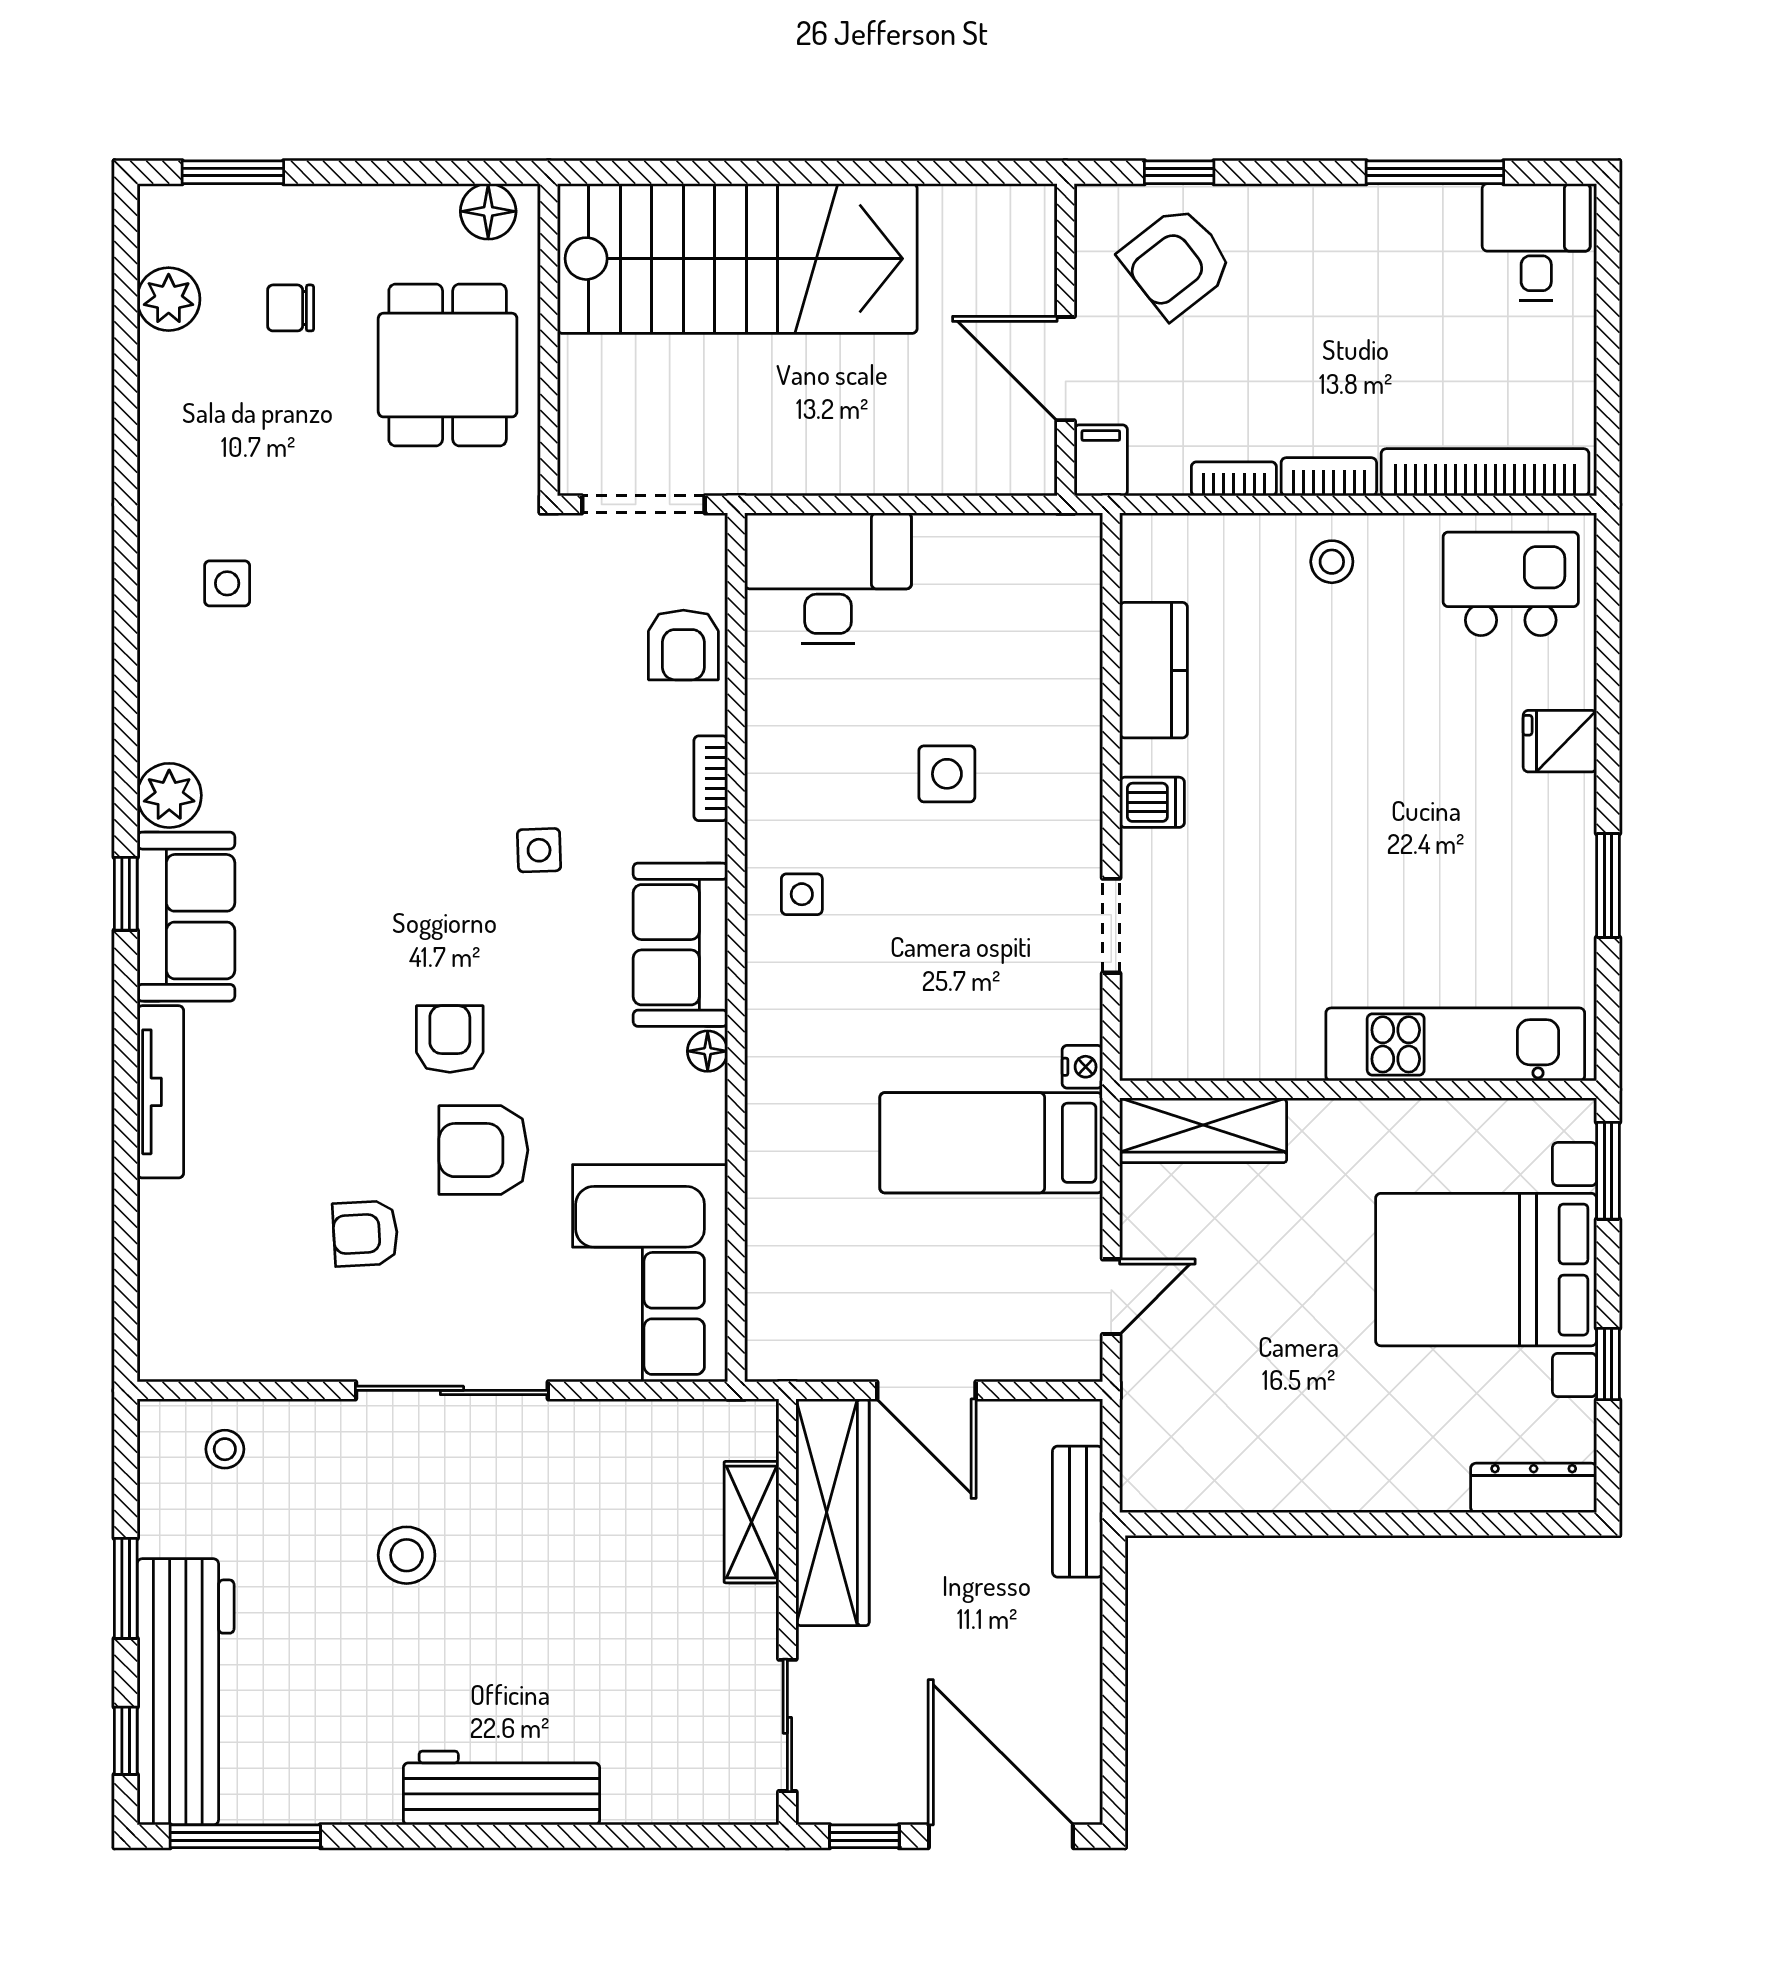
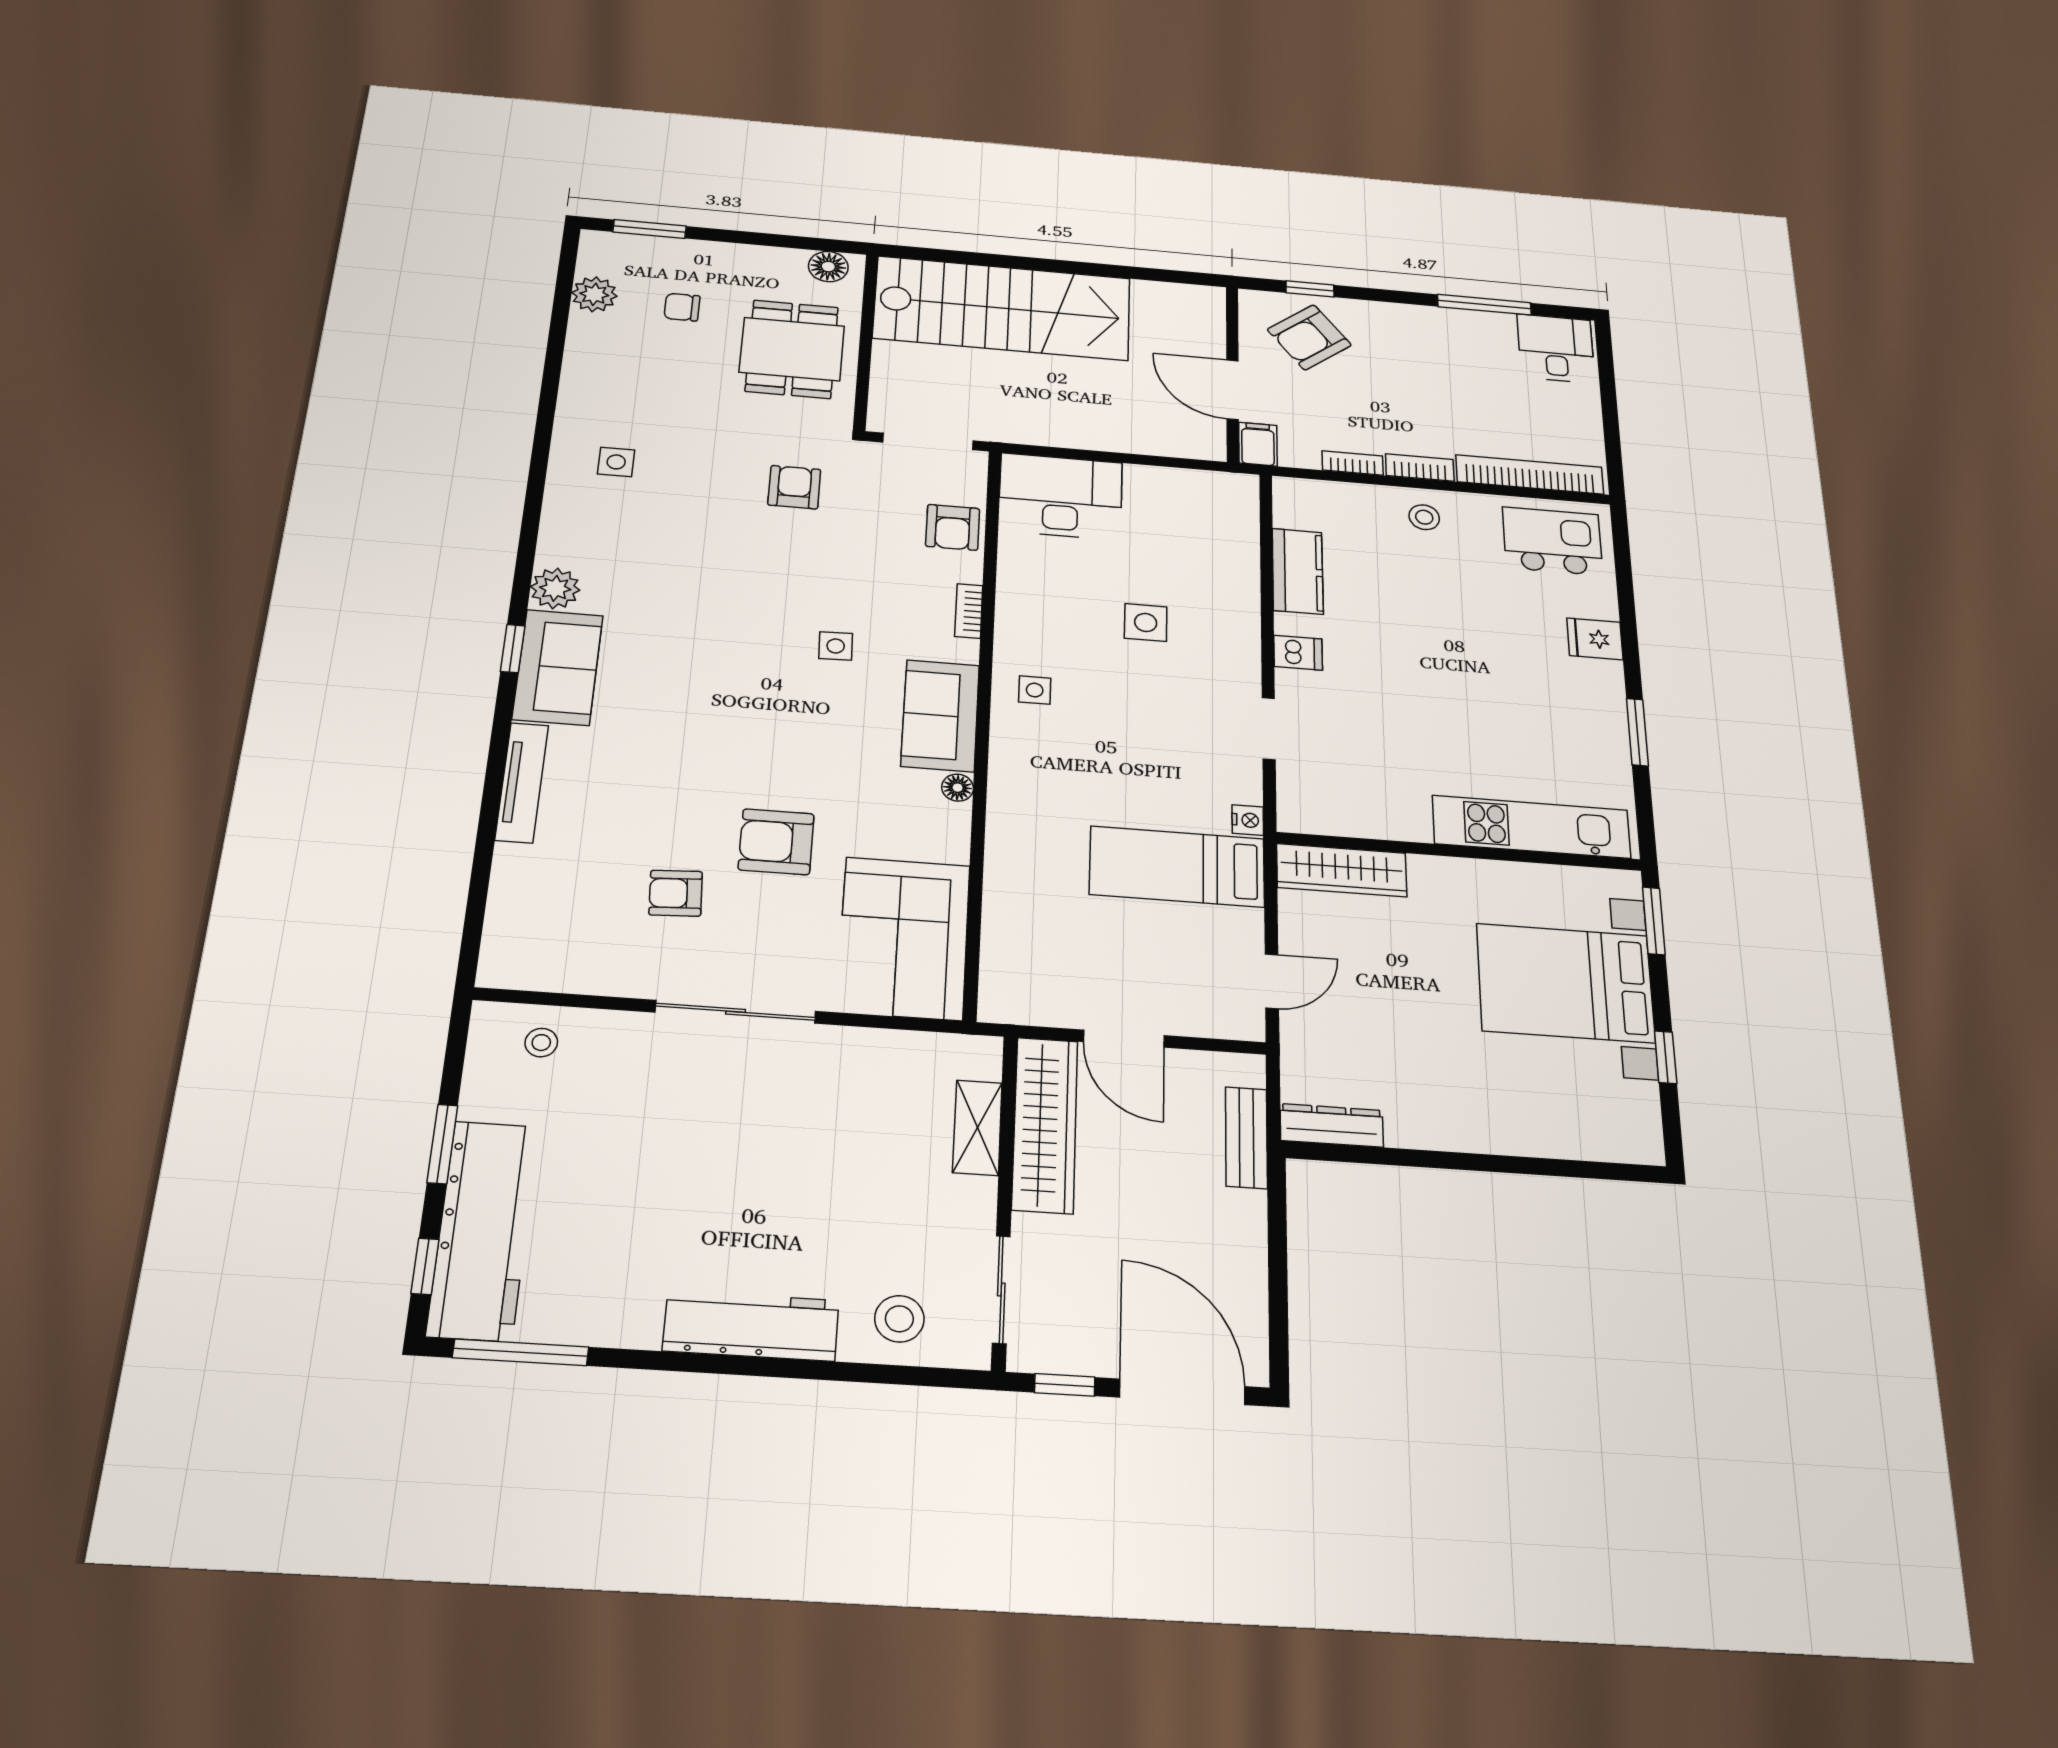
armchair: (450, 1039) -> (794, 487), moved
dresser: (1534, 1488) -> (1332, 1125), moved
stool: (407, 1555) -> (899, 1319), moved

